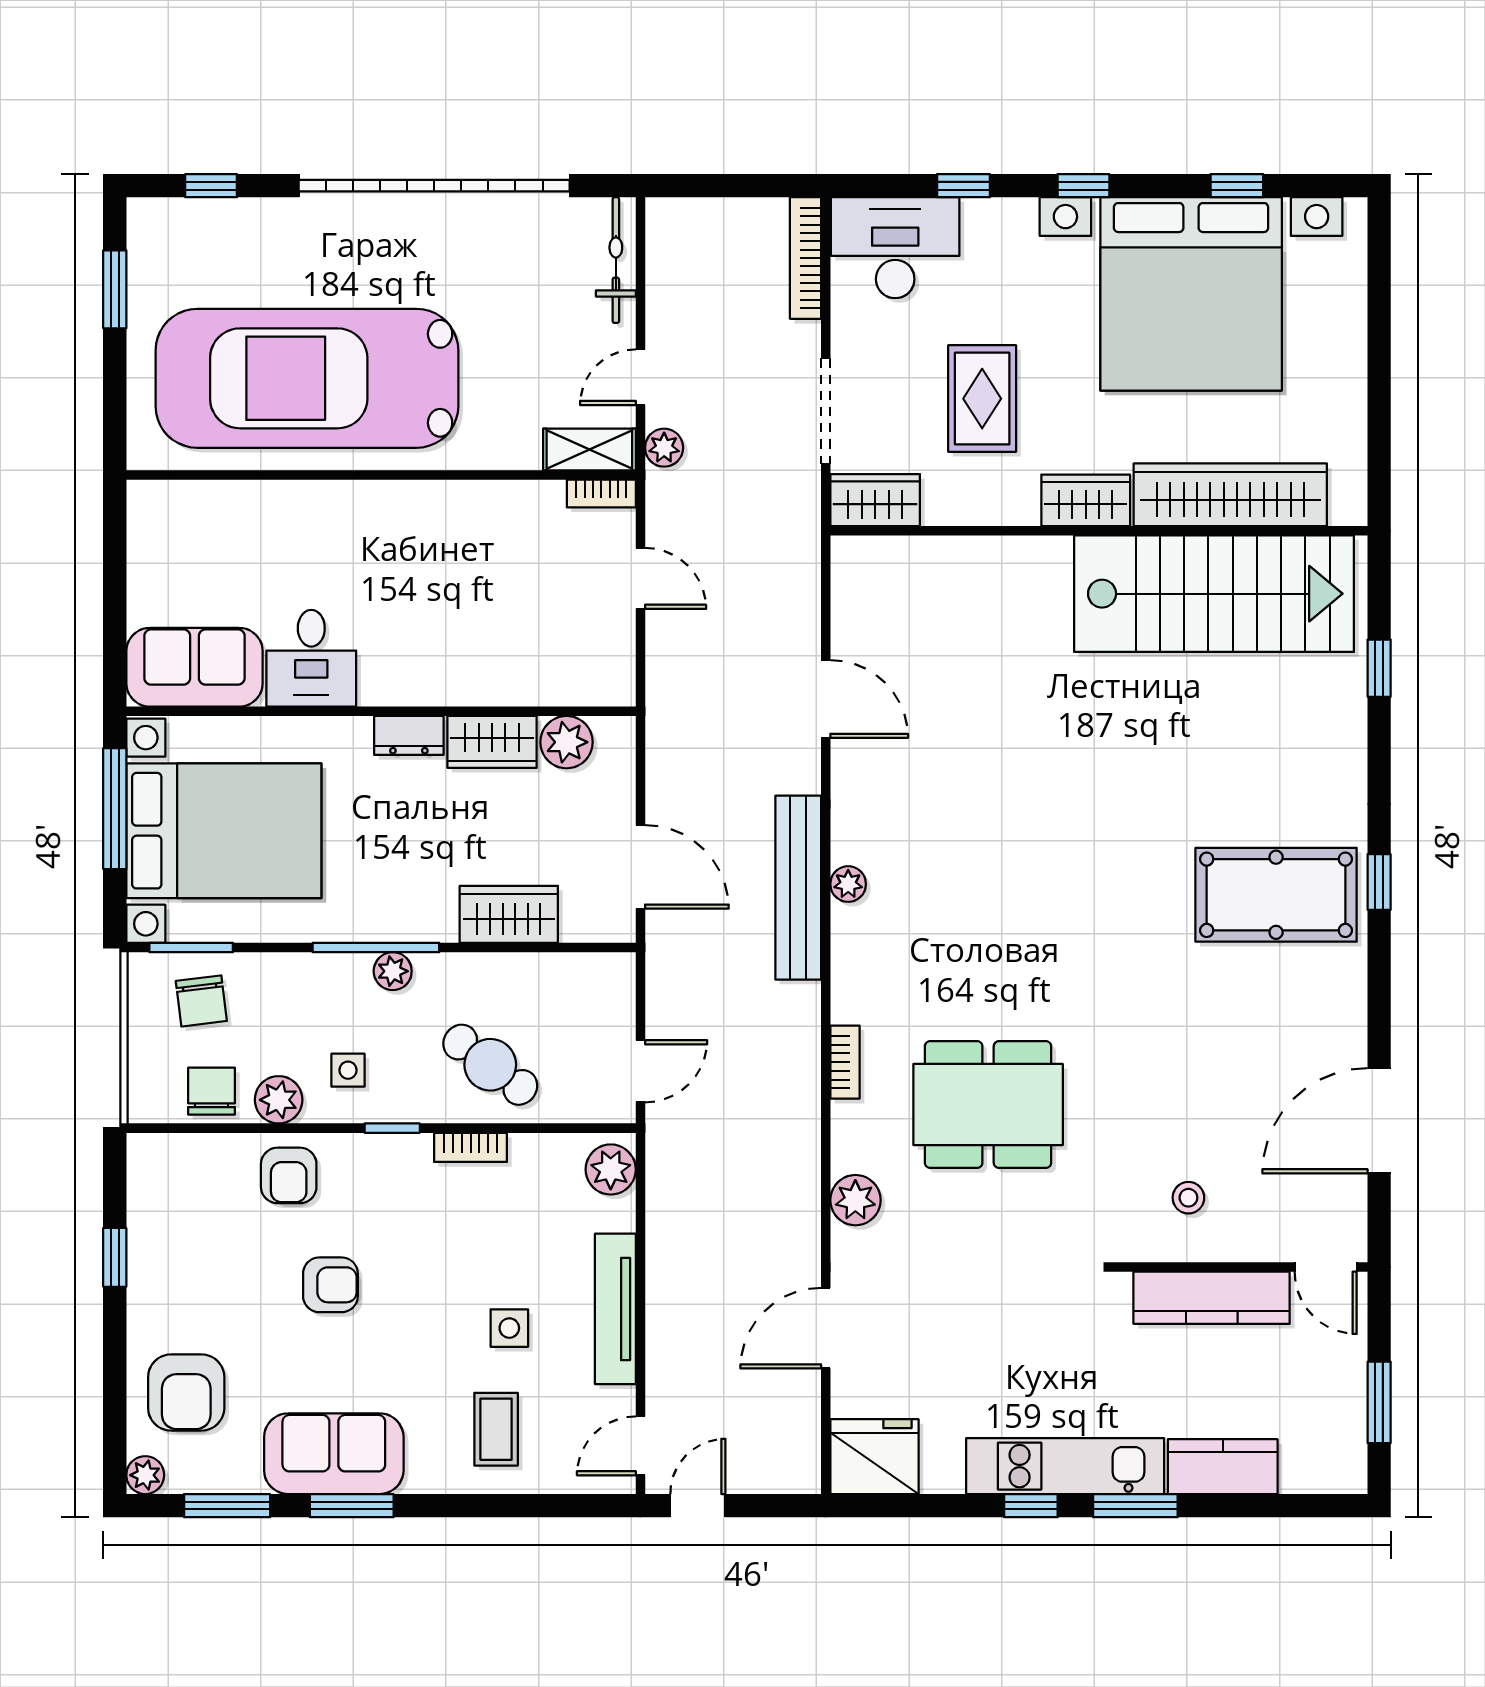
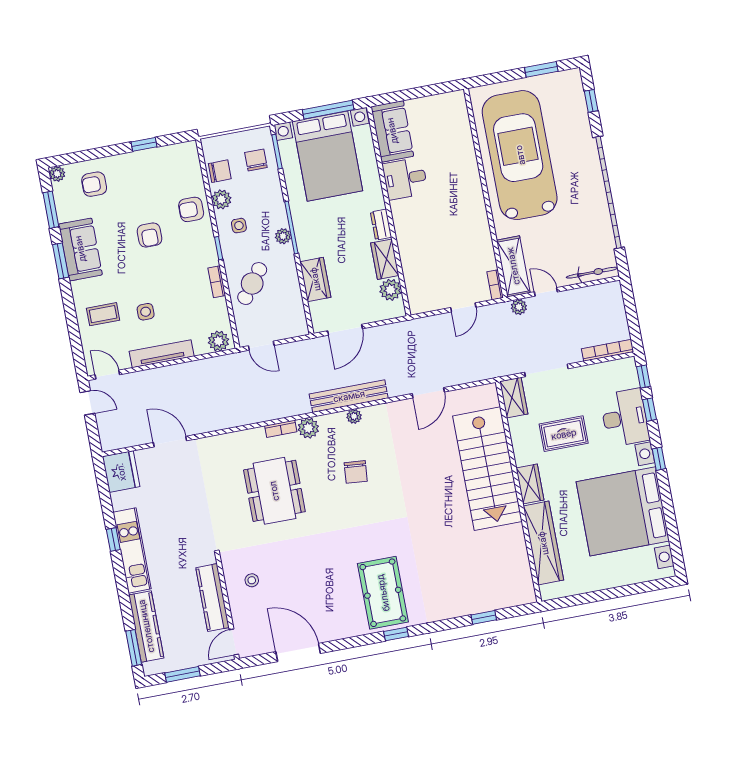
window: (1237, 186) -> (643, 377), moved
desk: (895, 248) -> (625, 418), moved
shelving: (589, 450) -> (513, 266), width x1.50, depth x1.33
stairs: (1214, 594) -> (487, 469), moved
chair: (980, 905) -> (356, 472), added
chair: (201, 1001) -> (256, 160), turned 97
plant: (855, 1200) -> (308, 428), moved
armchair: (186, 1393) -> (94, 184), width x0.72, depth x0.72
kitchen counter: (1223, 1467) -> (146, 626), width x1.50
window: (1135, 1506) -> (134, 648), moved

